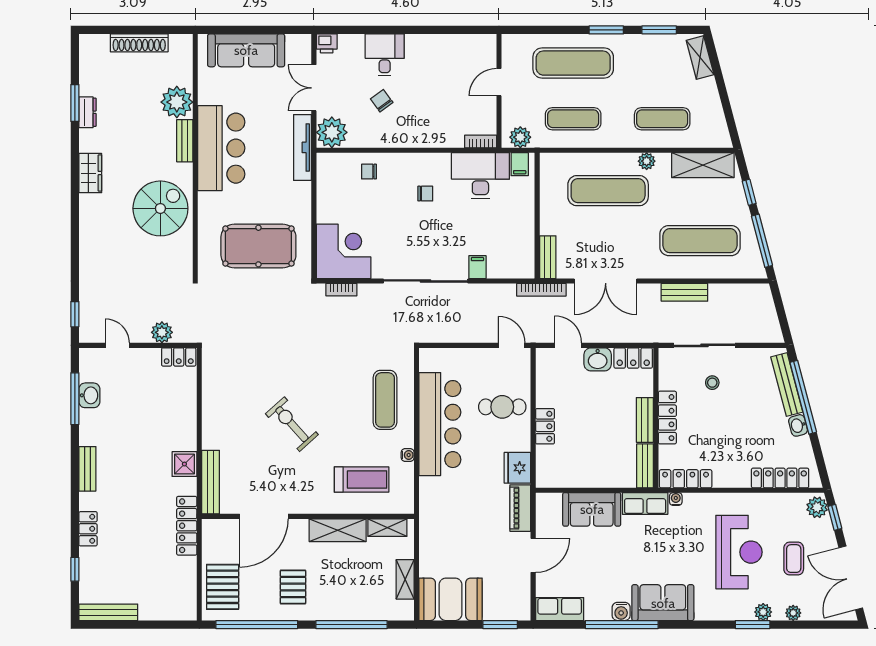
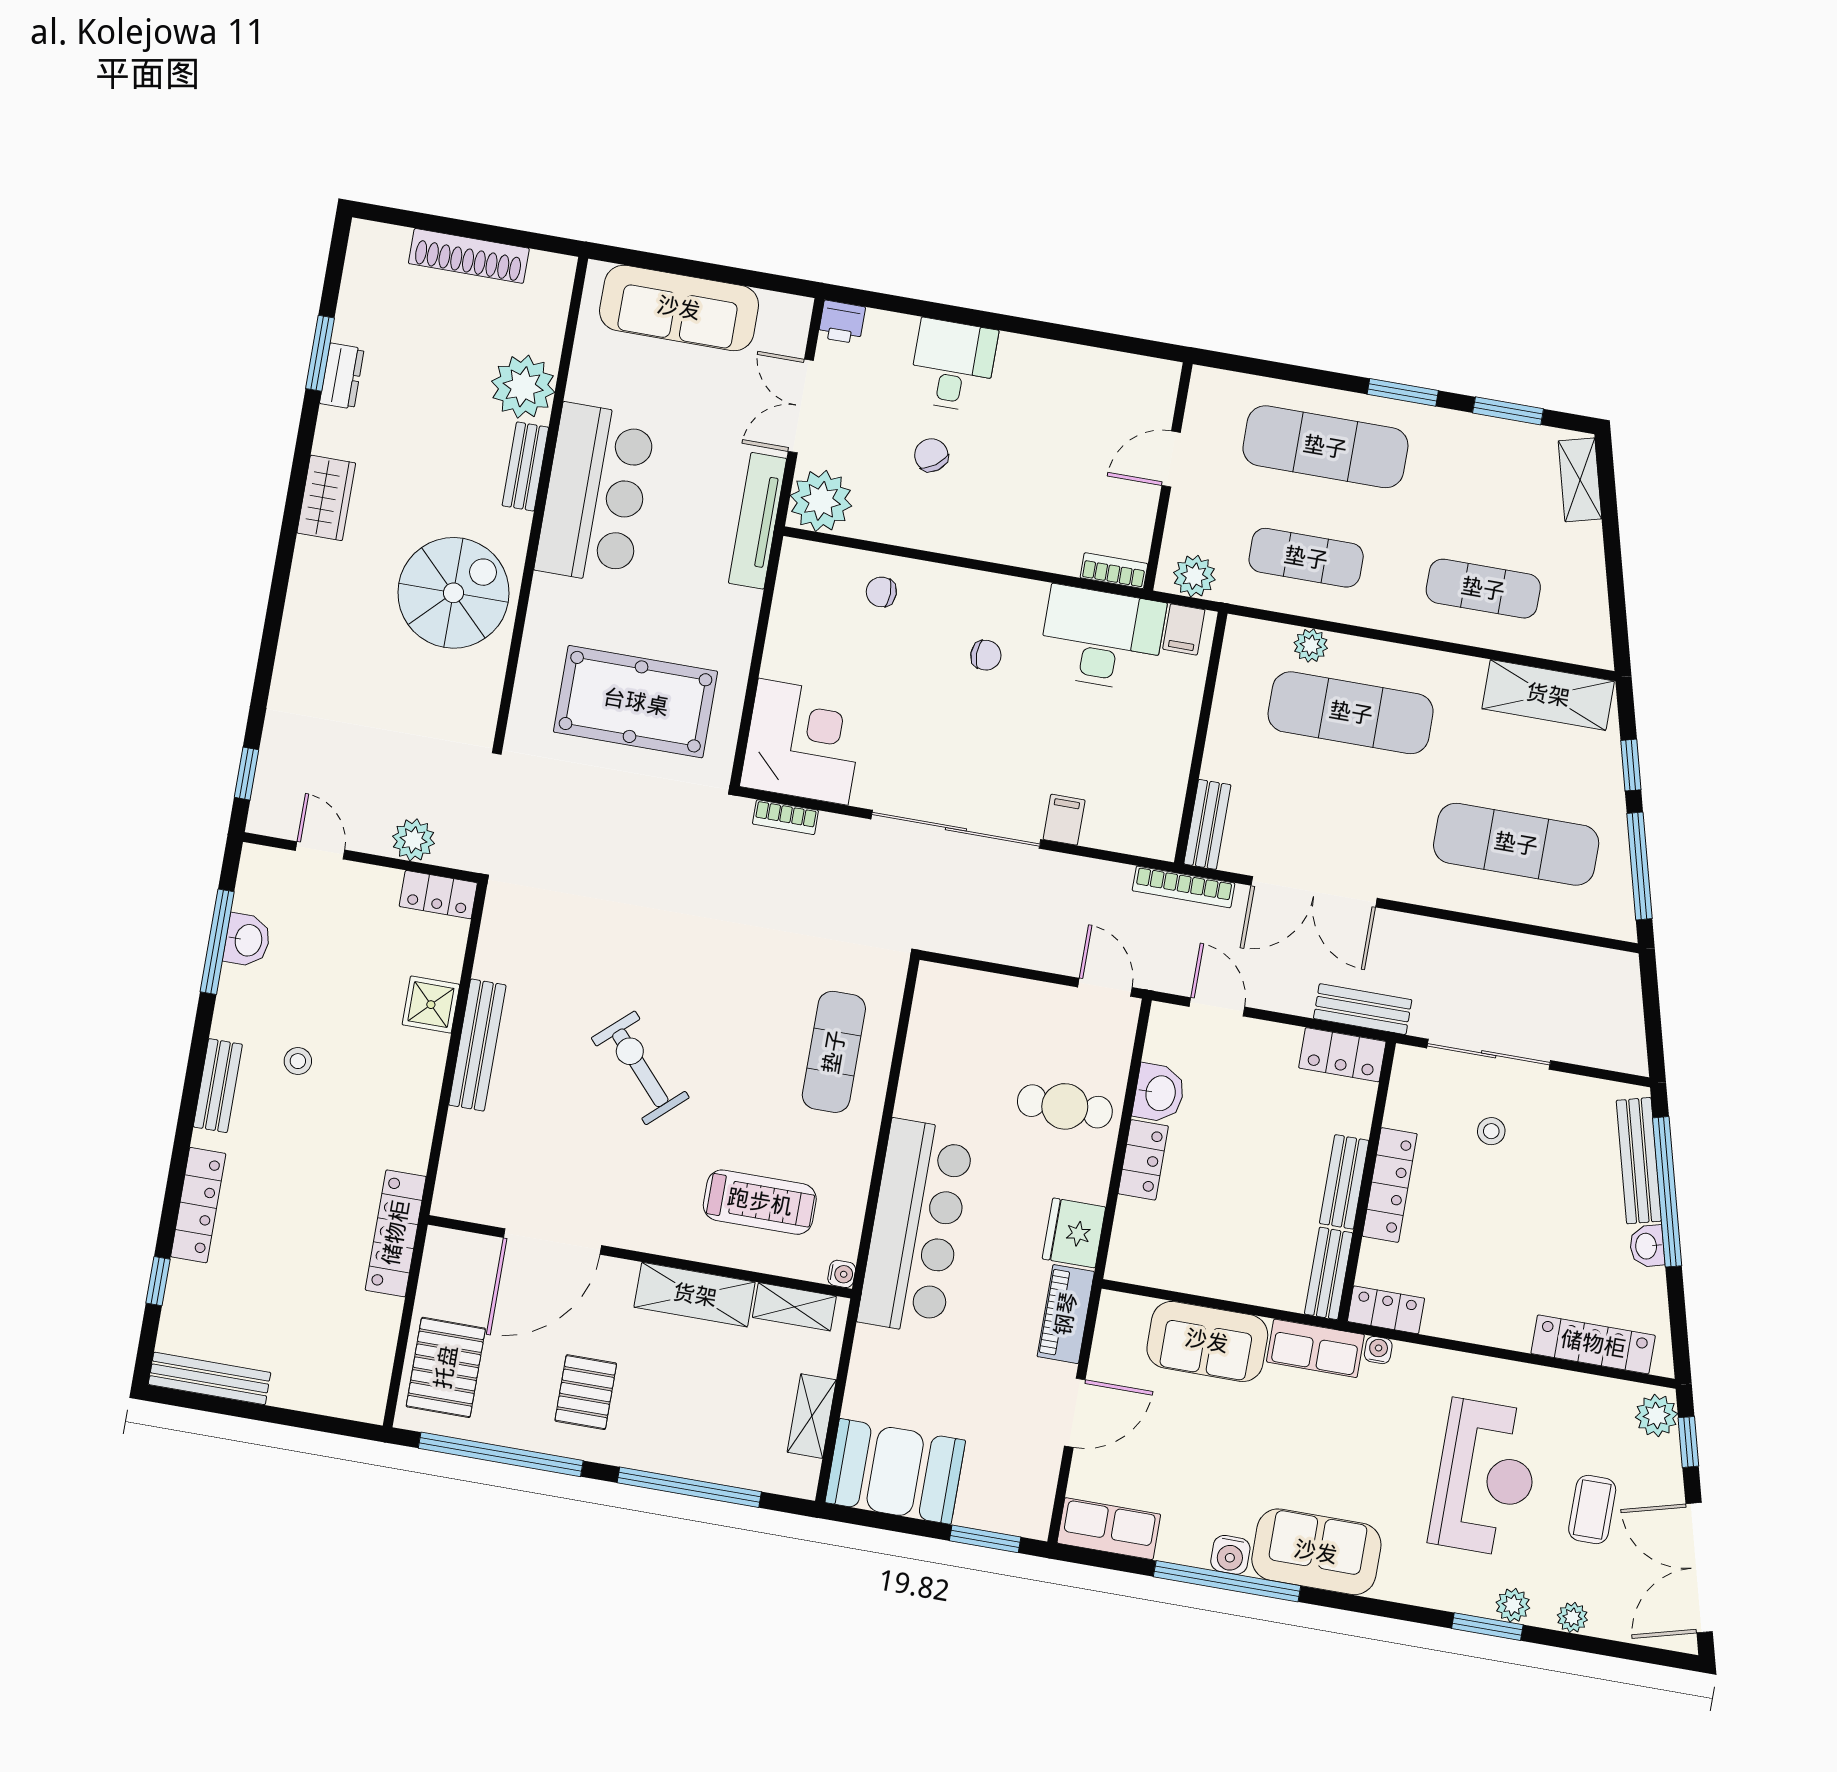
plant: (647, 161) -> (1311, 645), moved
bench: (684, 292) -> (1363, 1009), moved
washbasin: (598, 359) -> (1159, 1093), moved, turned -90
bar counter: (440, 424) -> (916, 1227), moved
stool: (124, 450) -> (298, 1061), added
water cooler: (408, 455) -> (842, 1274), moved
shower: (184, 464) -> (431, 1005), moved
locker: (686, 479) -> (1386, 1310), width x0.66
bench: (211, 482) -> (477, 1045), moved
locker: (88, 529) -> (198, 1205), width x1.53

